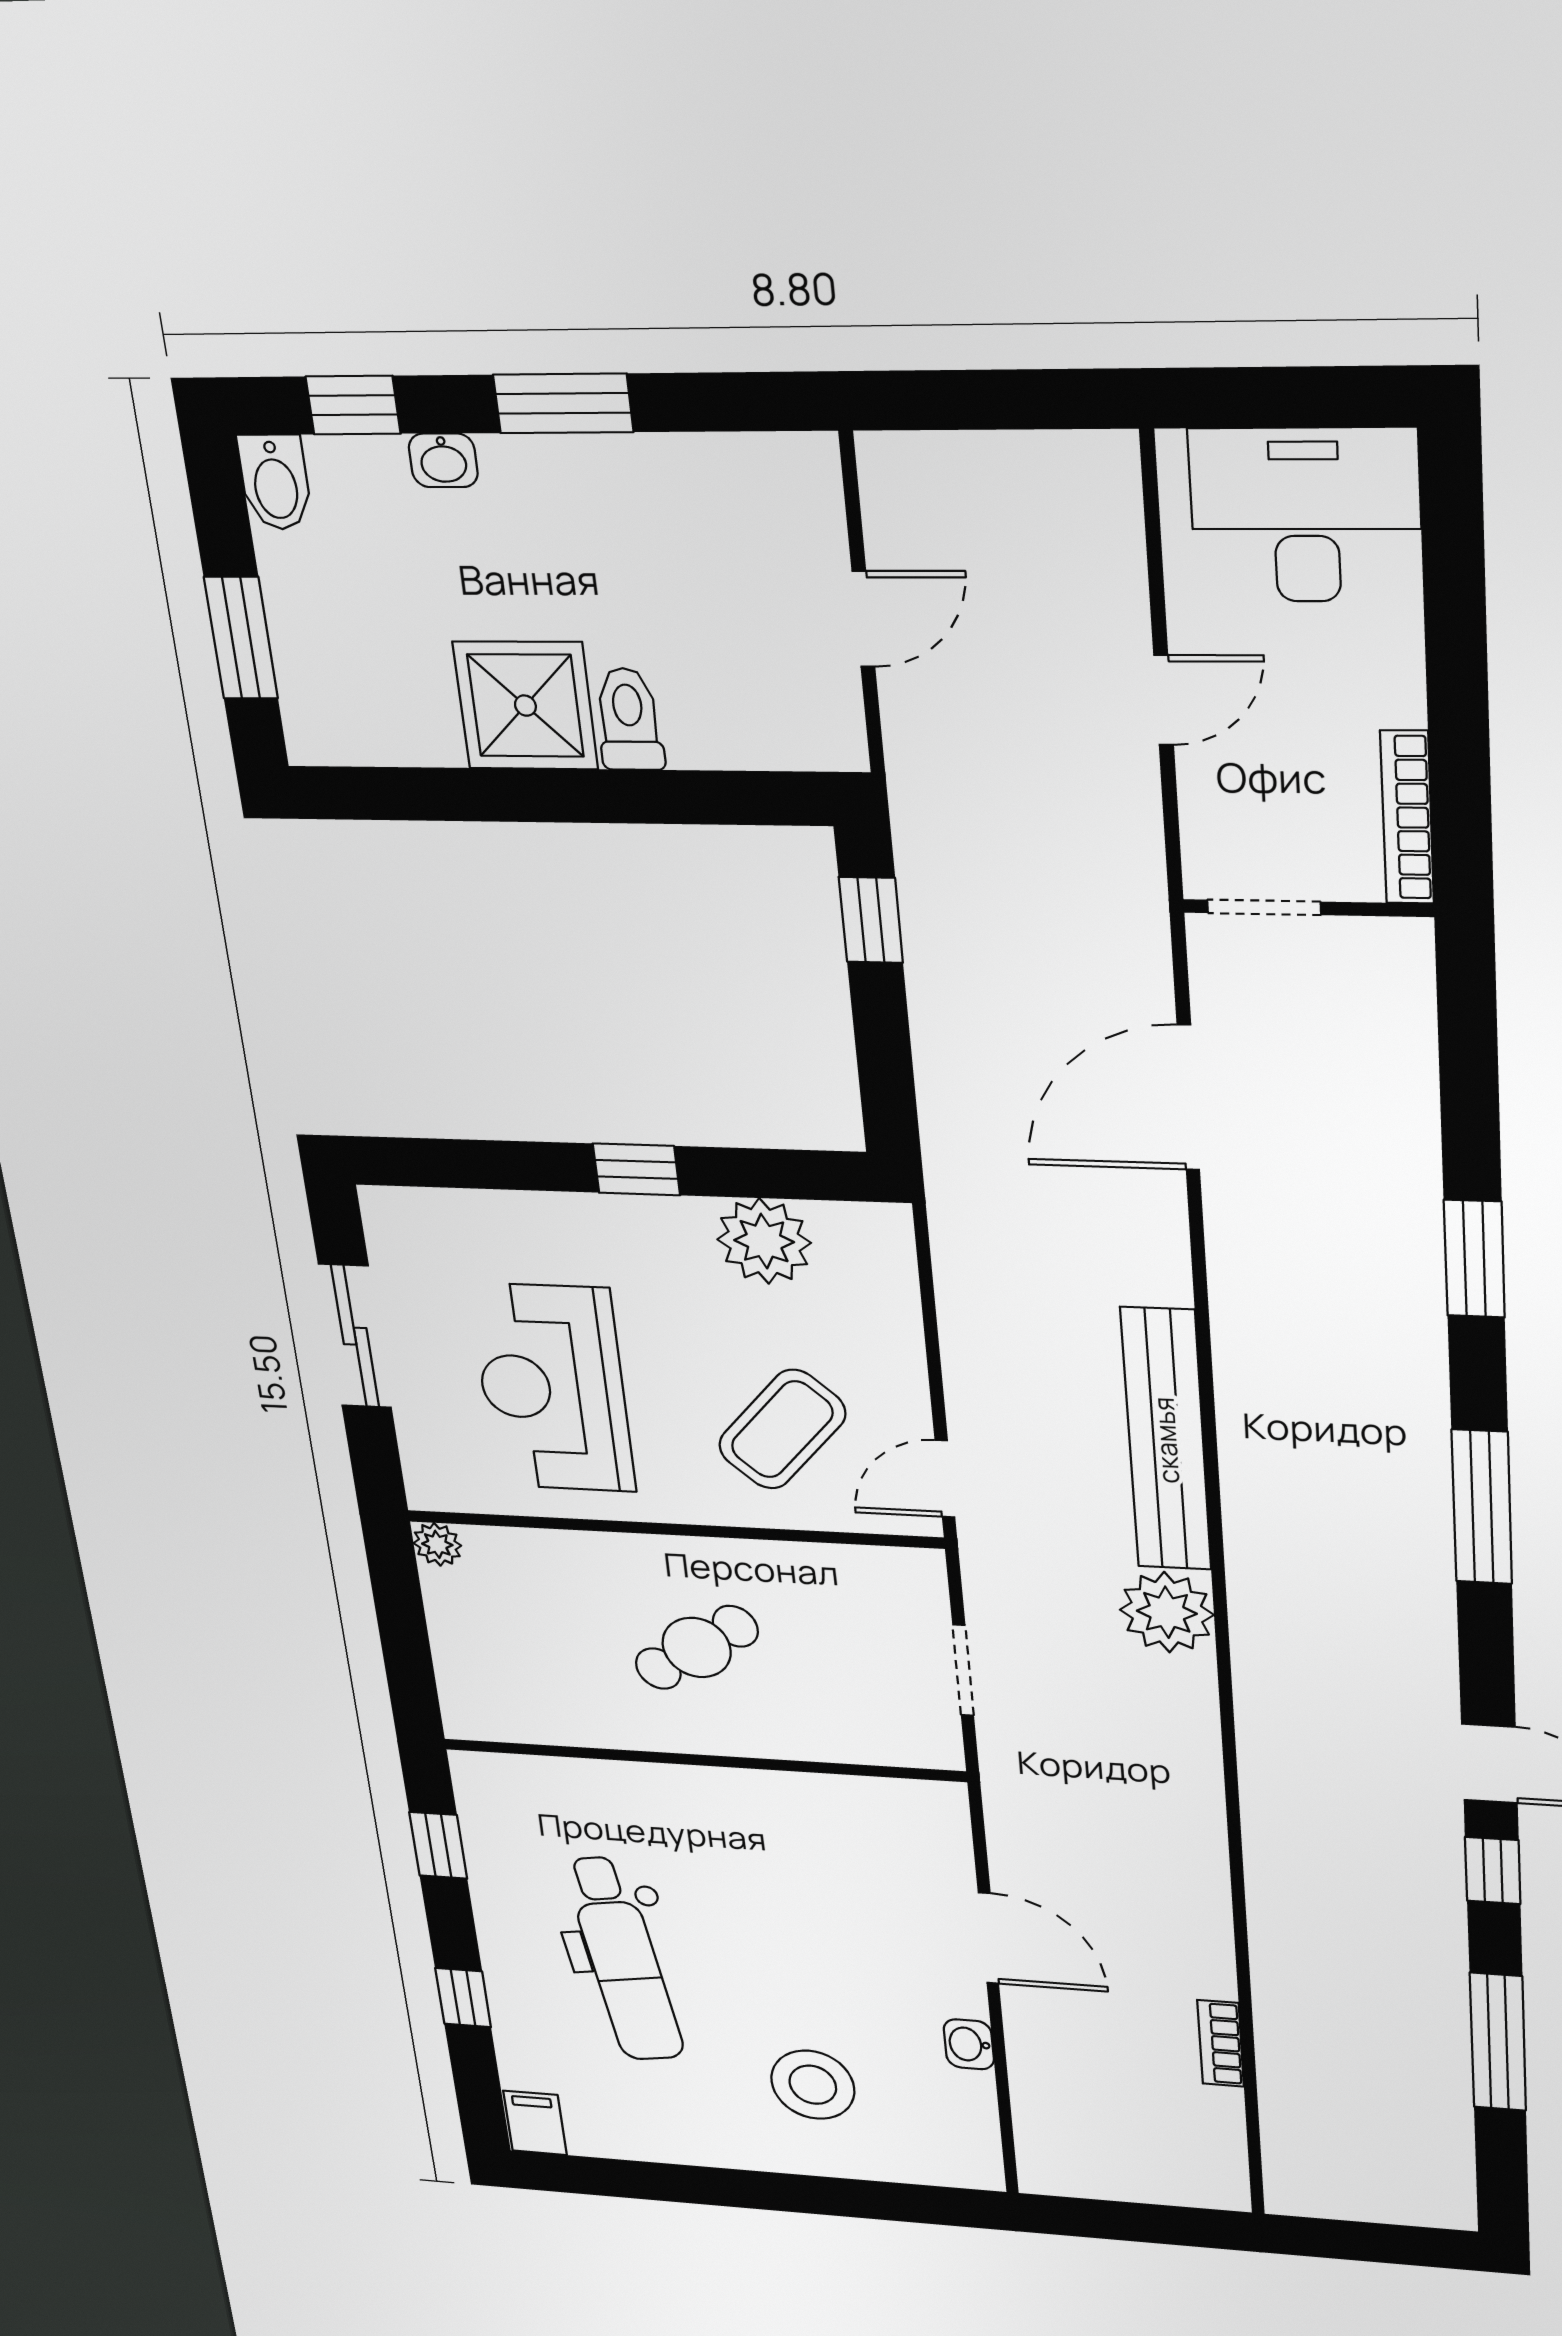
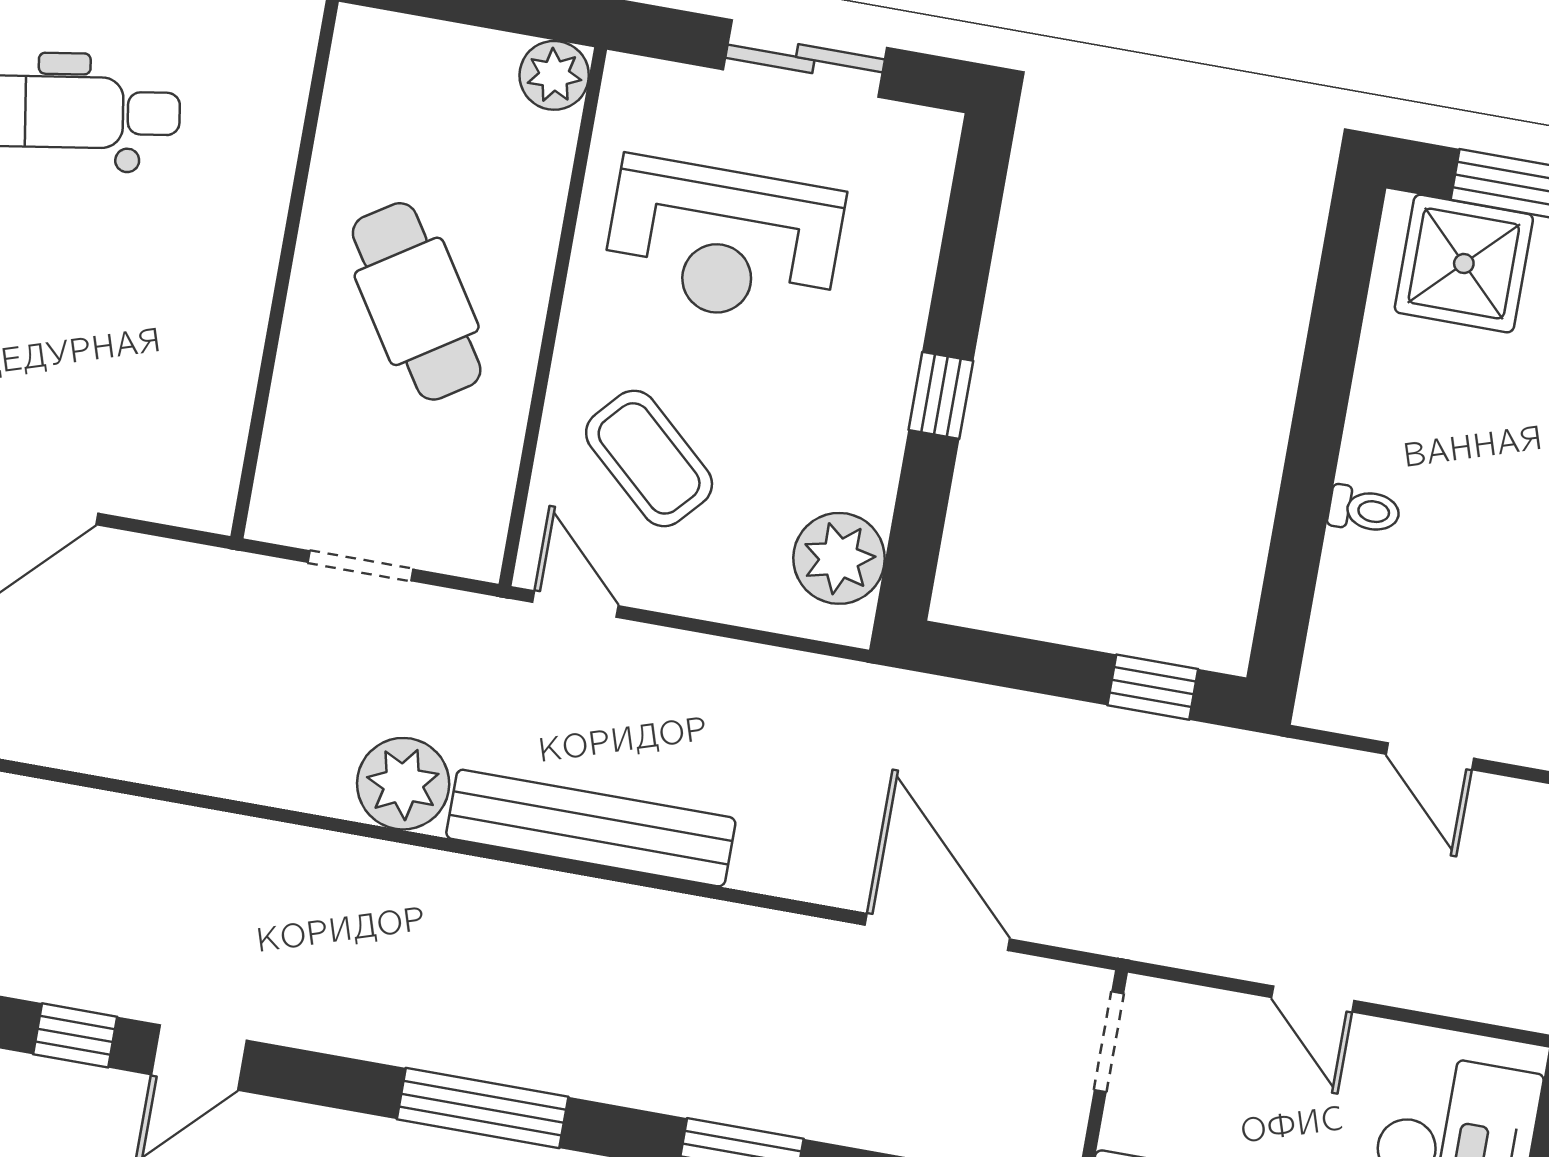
shower: (525, 706) -> (1464, 263), moved
toilet: (629, 719) -> (1364, 510), width x0.73, depth x0.72
plant: (764, 1241) -> (839, 558), moved
reception desk: (553, 1388) -> (723, 242), turned 180
plant: (437, 1544) -> (554, 75), width x1.38, depth x1.38
cafe table: (697, 1647) -> (417, 301), width x1.37, depth x1.35

